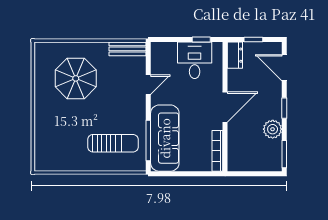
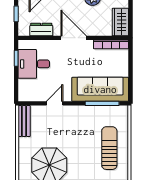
dresser: (235, 55) -> (41, 30), moved
door: (148, 85) -> (55, 103), hinge flipped
sun lounger: (113, 143) -> (109, 148), moved
wardrobe: (244, 162) -> (120, 22), added

